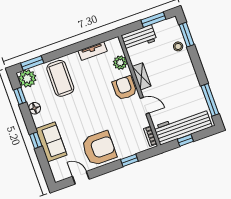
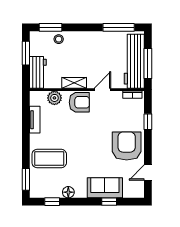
plant: (27, 78) -> (38, 189), removed
armchair: (125, 88) -> (79, 102), turned 180
window: (36, 140) -> (109, 202), moved
window: (185, 140) -> (148, 63), width x2.17

